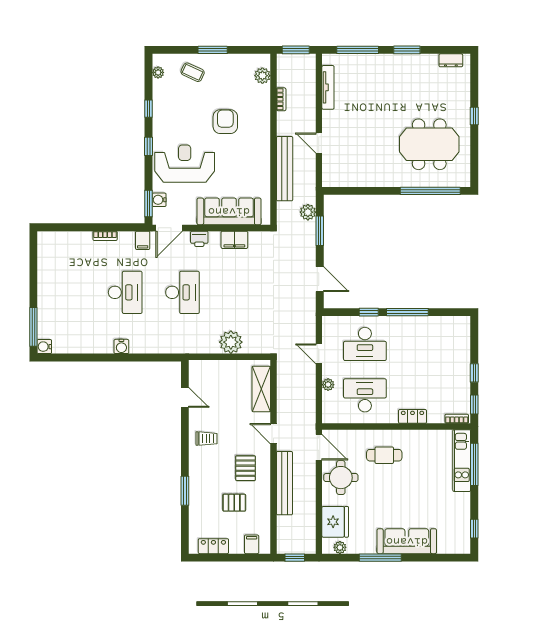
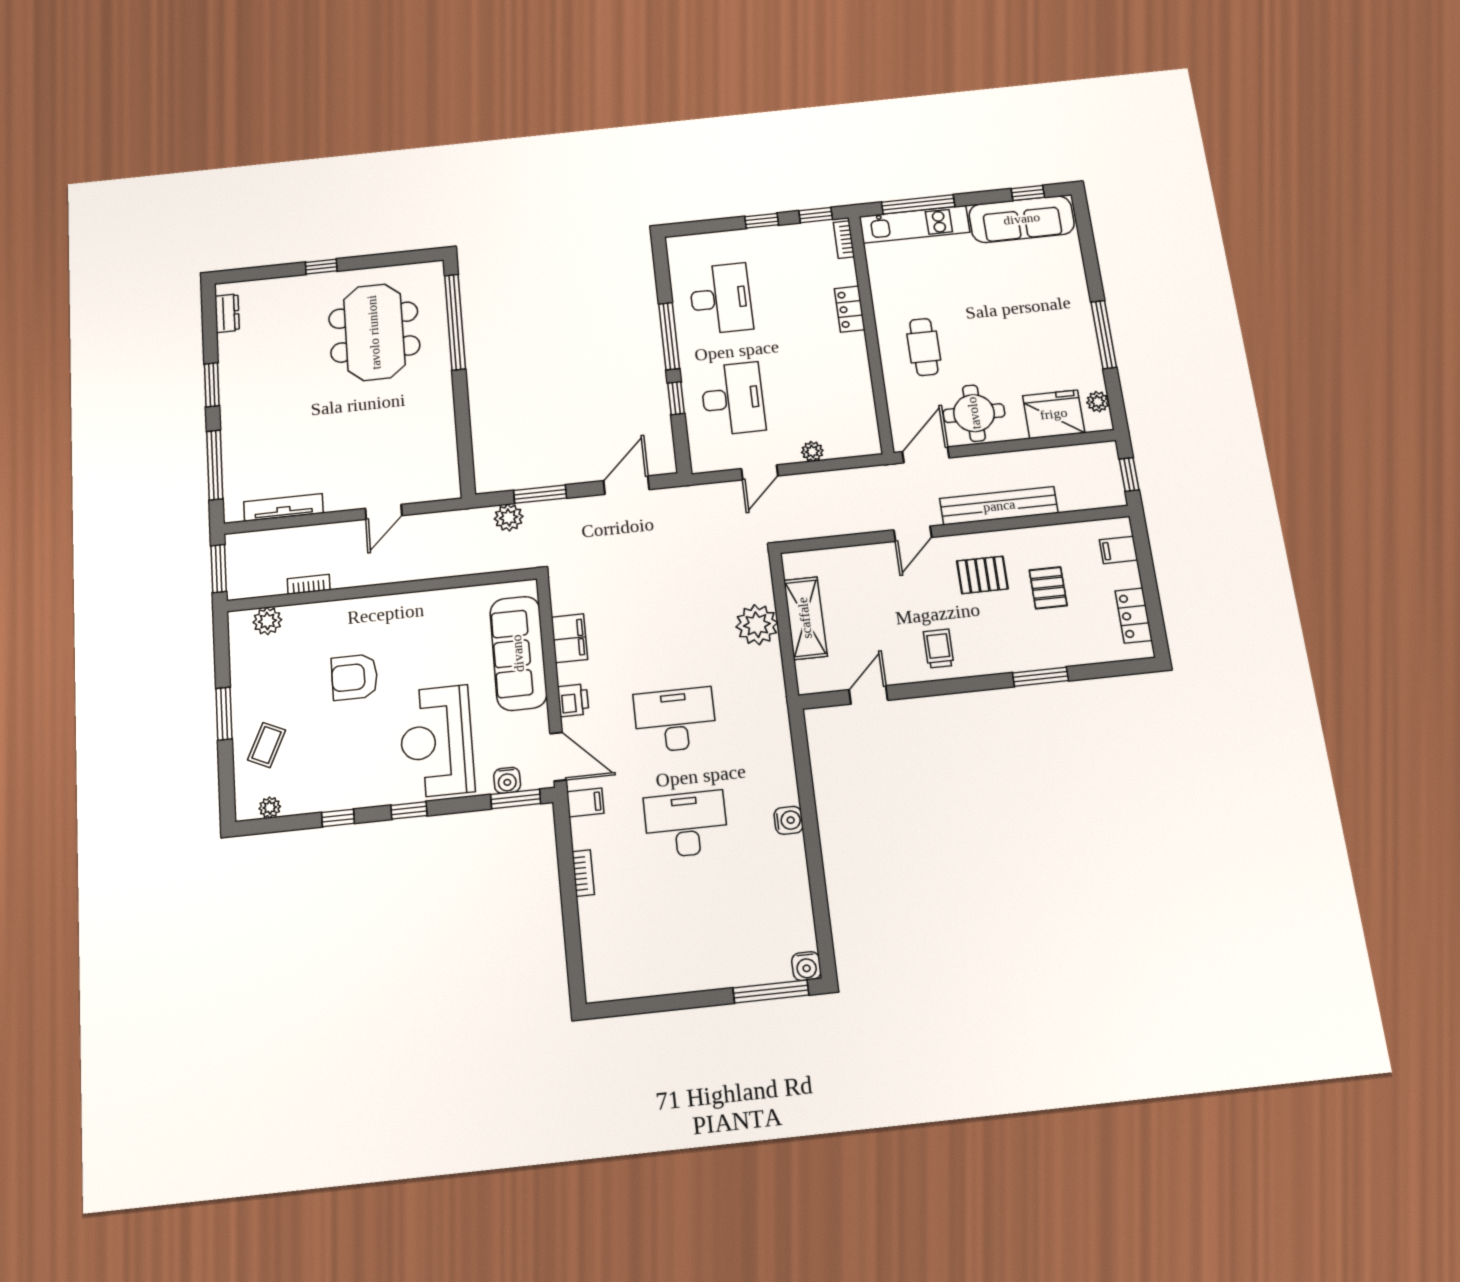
bench: (285, 169) -> (433, 565), removed
shelving: (261, 389) -> (805, 618), moved, turned 90
desk: (365, 395) -> (721, 299), moved, turned 180
sofa: (407, 541) -> (1022, 219), moved, turned -90

